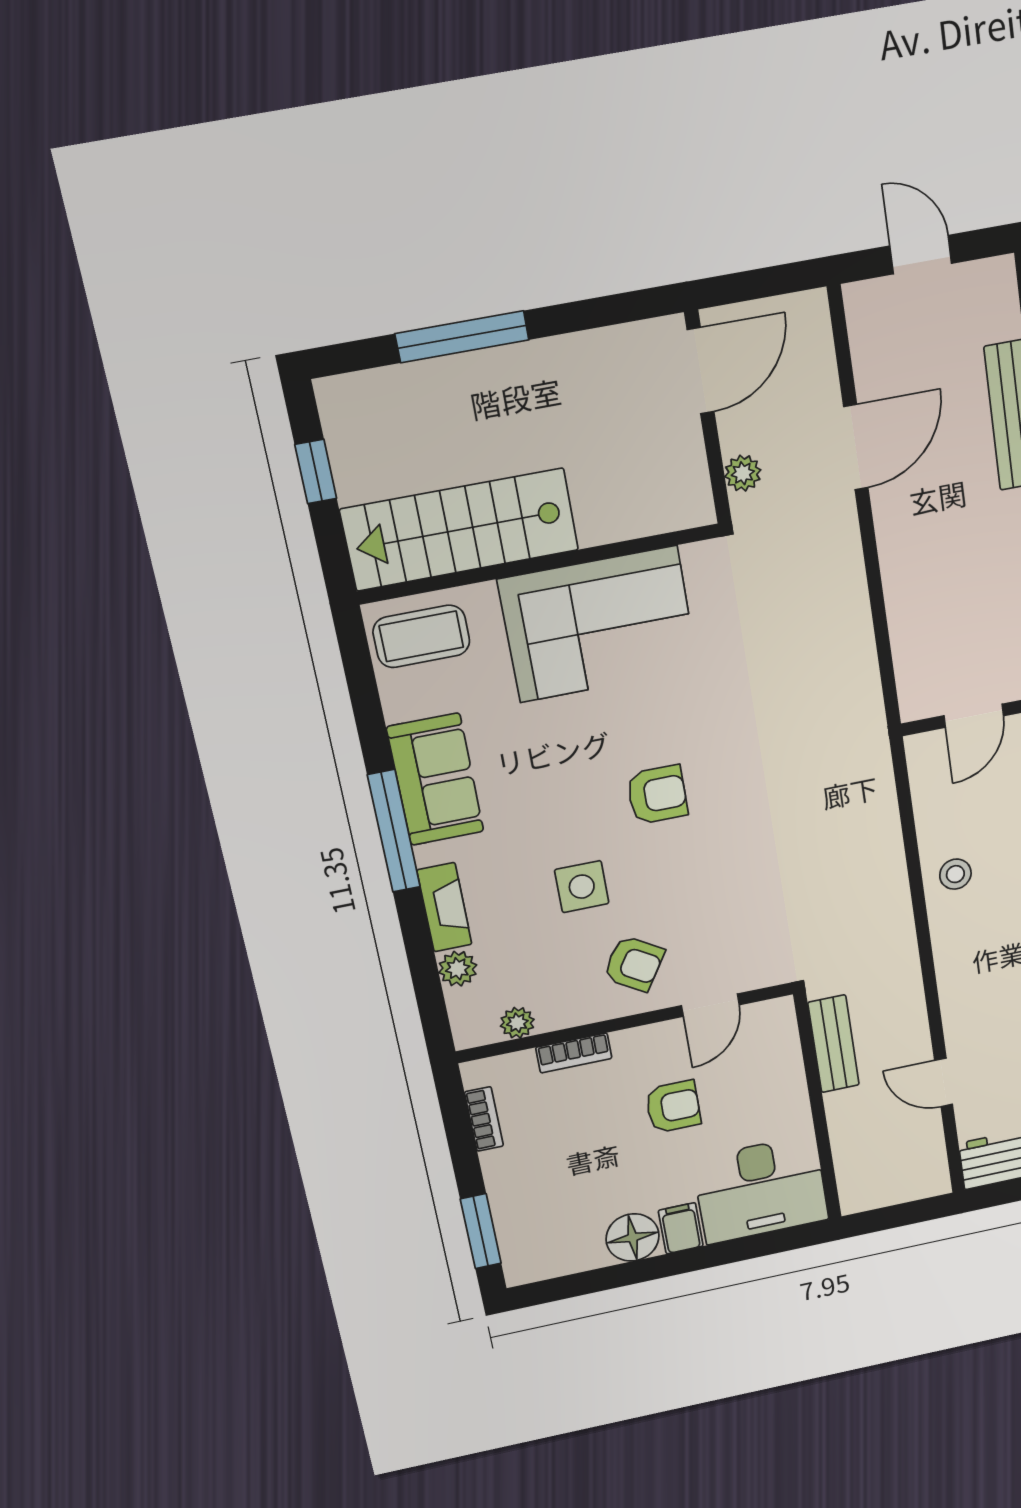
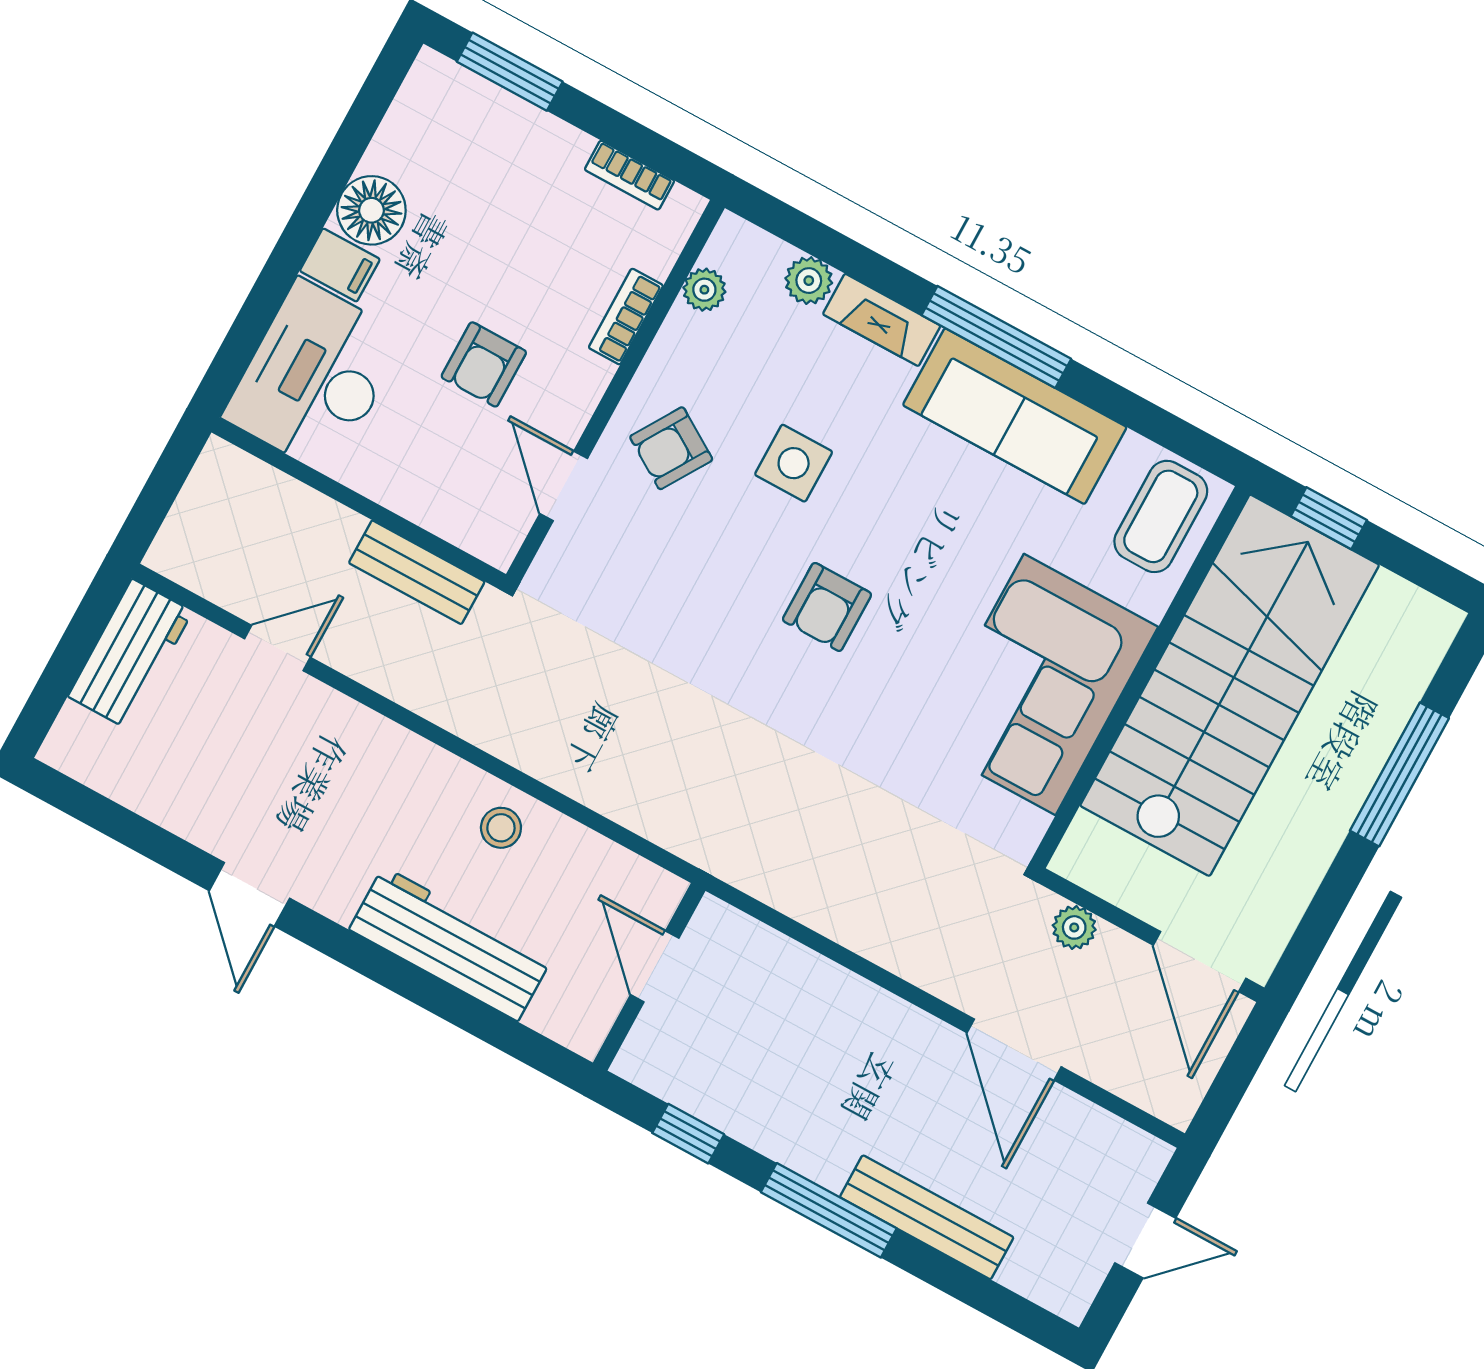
window: (316, 471) -> (1329, 518), moved
stairs: (460, 530) -> (1230, 685), width x1.36, depth x1.51
sofa: (435, 779) -> (1015, 416), width x1.36

